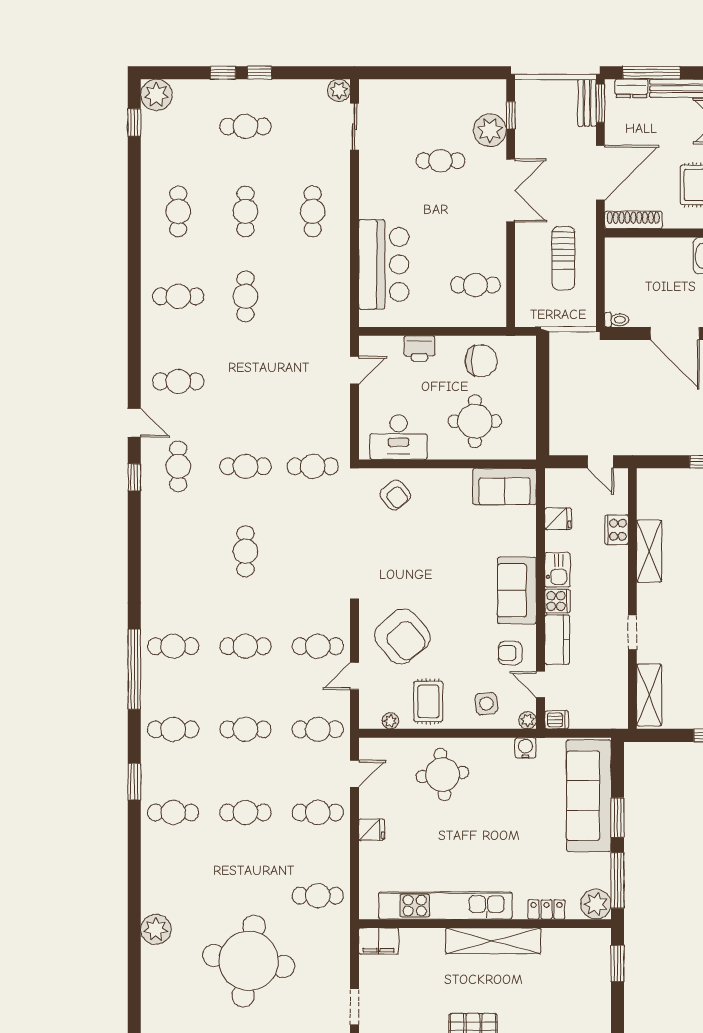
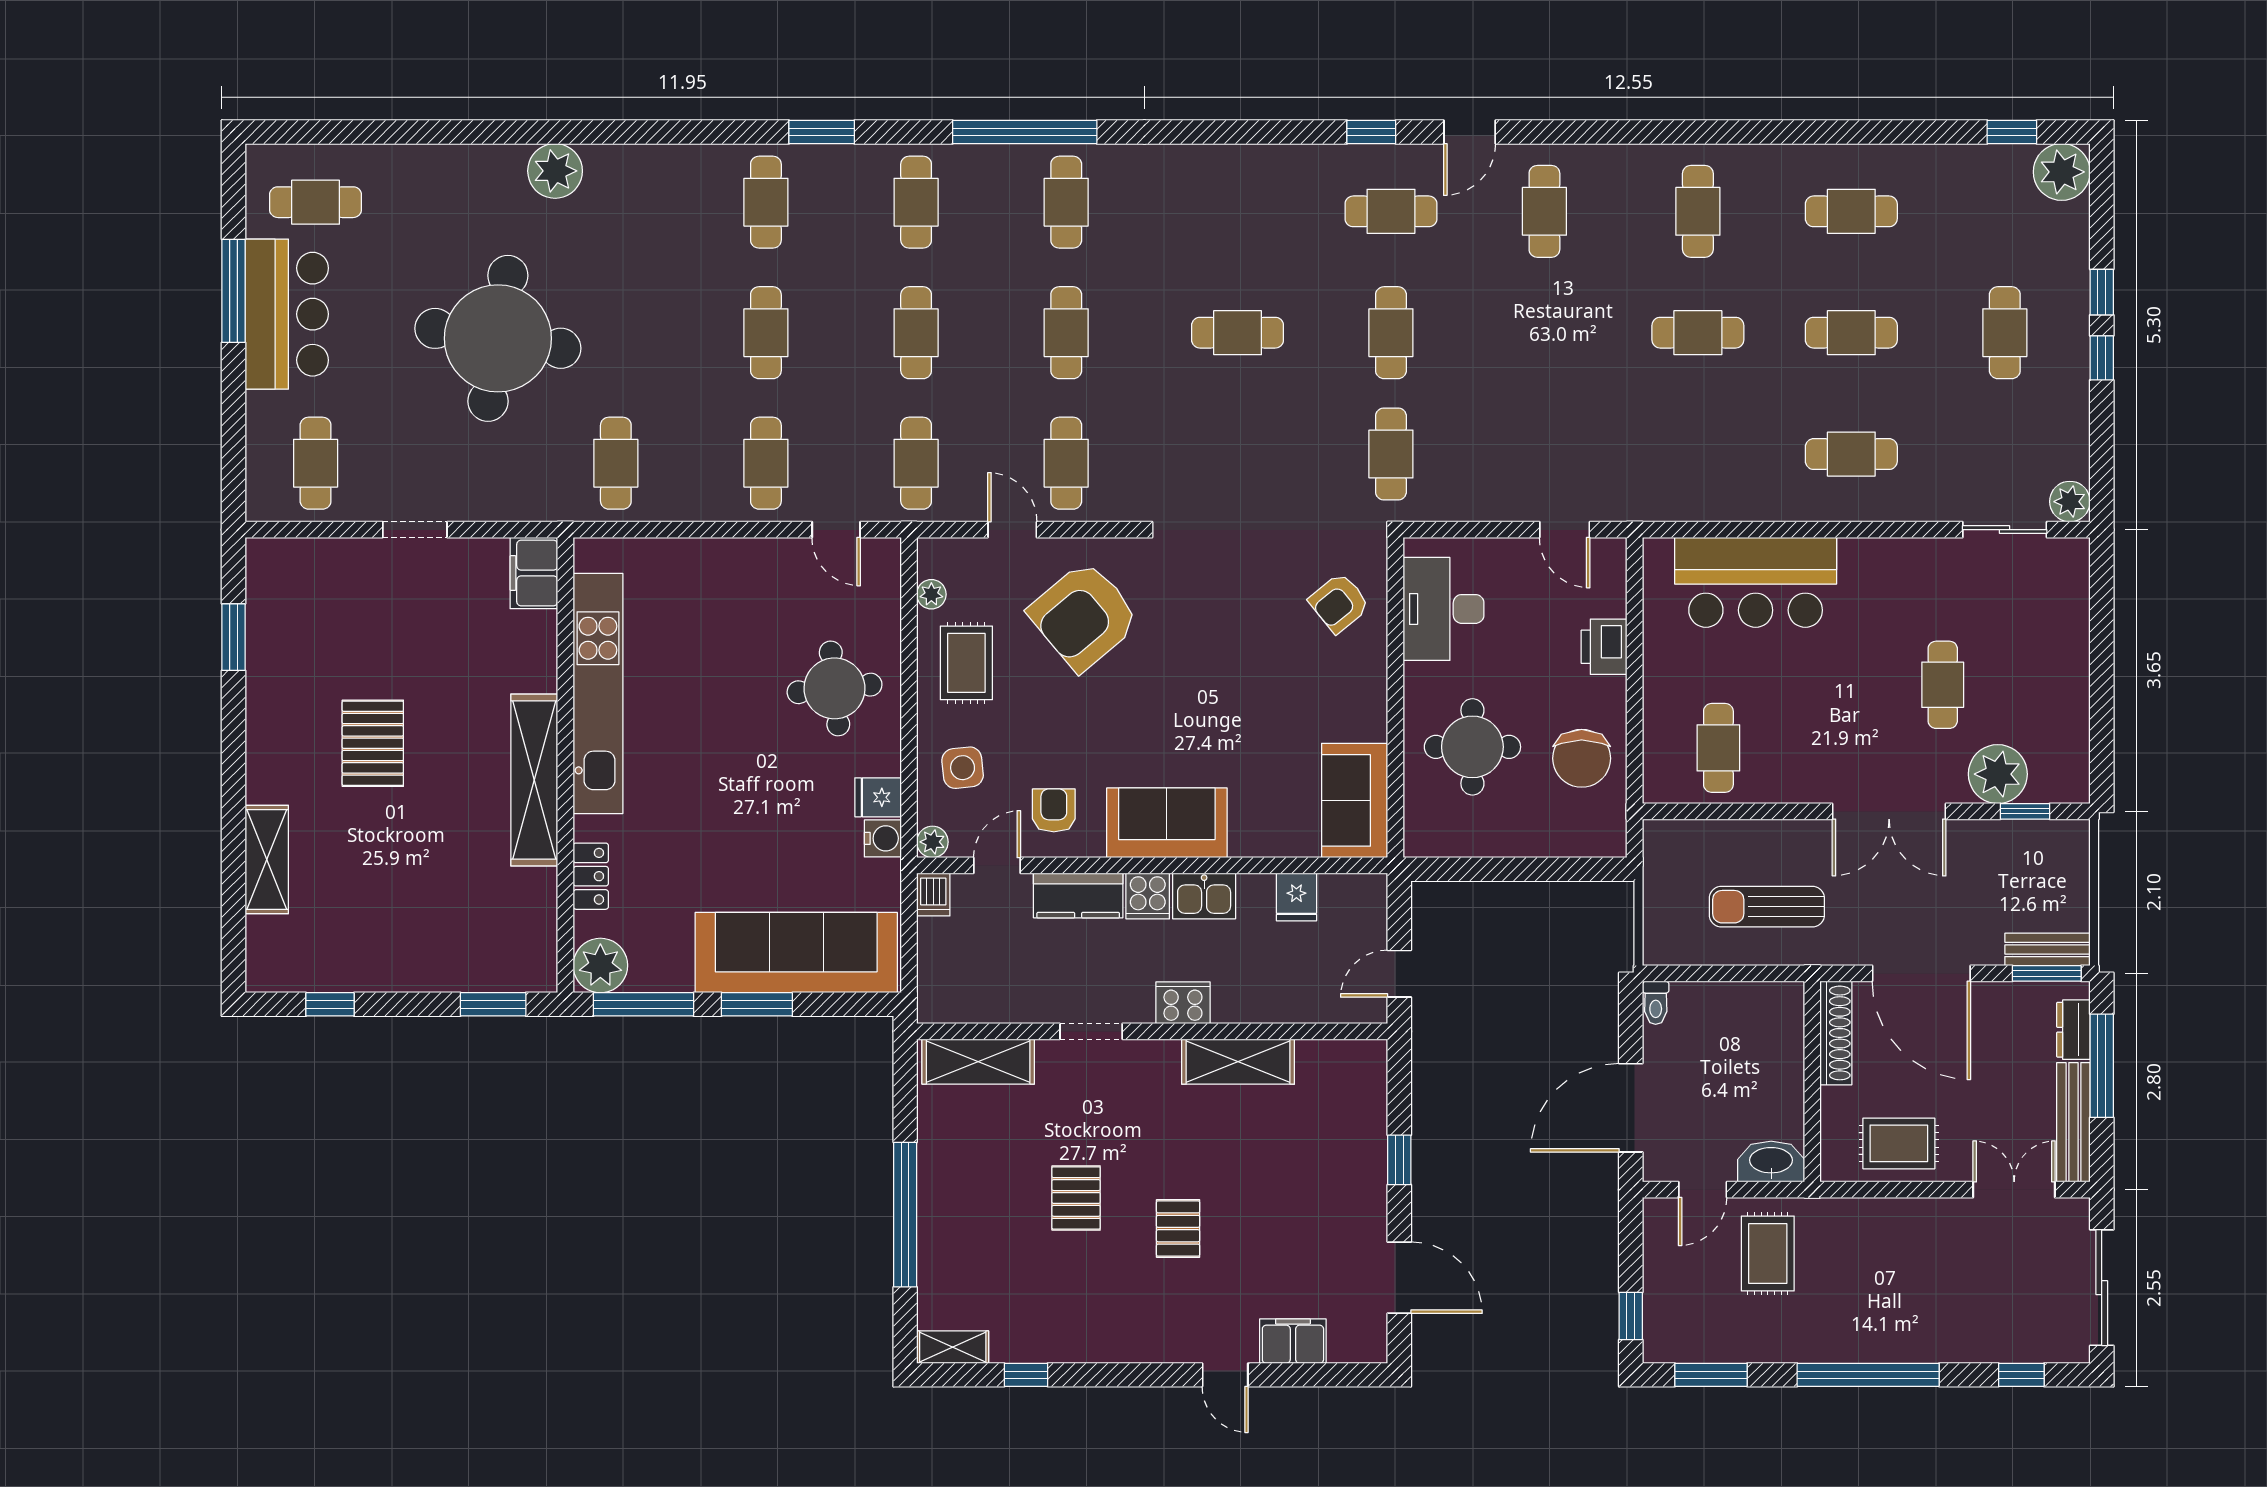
cooker: (617, 530) -> (1183, 1003), moved
rug: (428, 701) -> (966, 663), turned 90
fridge: (372, 830) -> (878, 797), moved, turned 90

